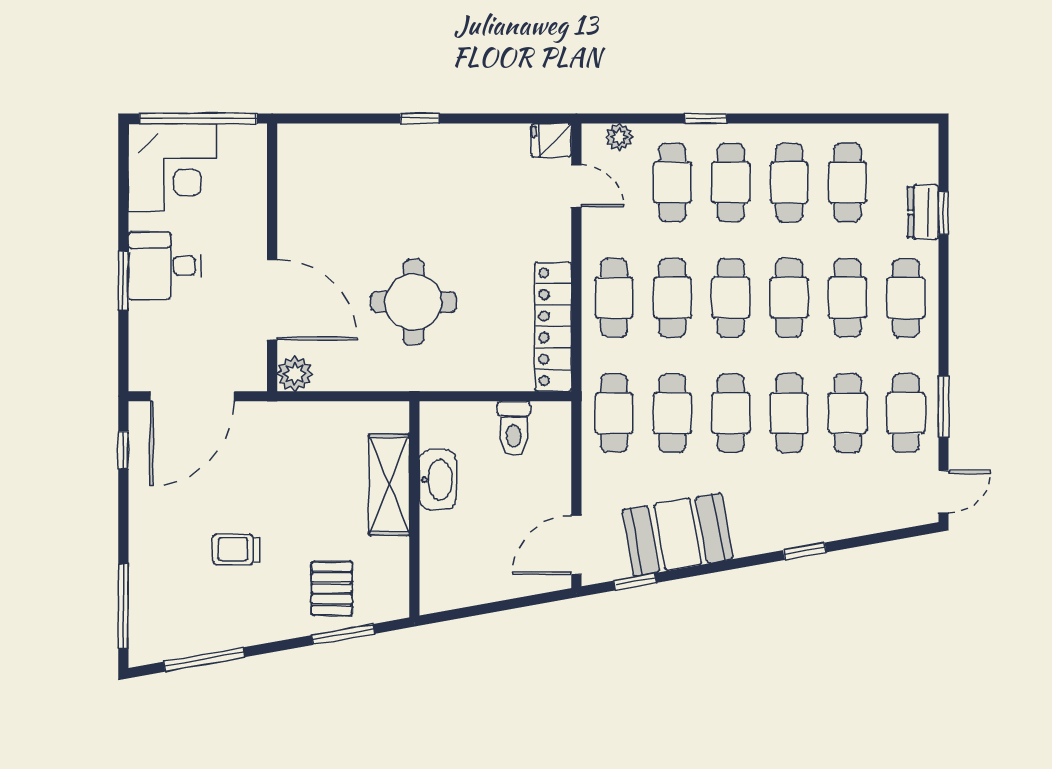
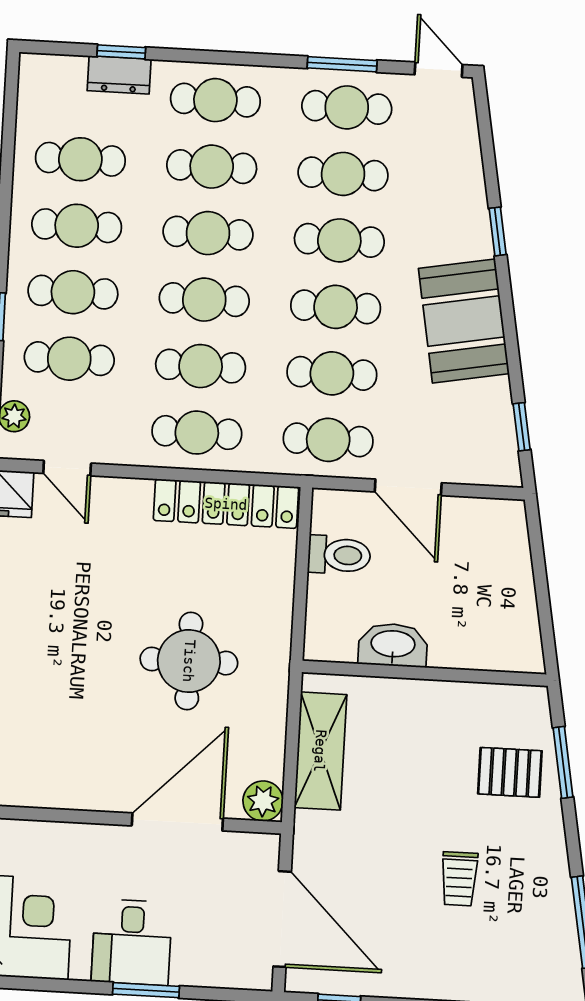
door: (576, 186) -> (67, 468), swing flipped
shelving: (389, 485) -> (320, 751), moved, turned 90
booth: (678, 535) -> (464, 321), moved
door: (576, 545) -> (408, 487), moved

